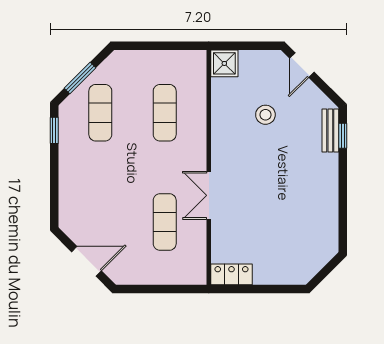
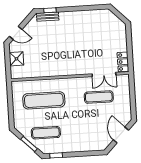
shower: (224, 63) -> (16, 59), moved
exercise mat: (165, 113) -> (44, 100), width x1.36, depth x1.45
stool: (265, 115) -> (42, 50), removed
double door: (209, 195) -> (104, 74), moved

